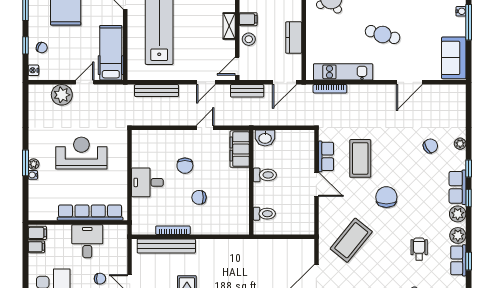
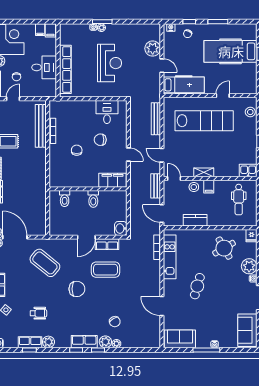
washbasin: (265, 138) -> (121, 228), moved
desk: (147, 182) -> (107, 112), moved
plant: (458, 214) -> (105, 342), moved

